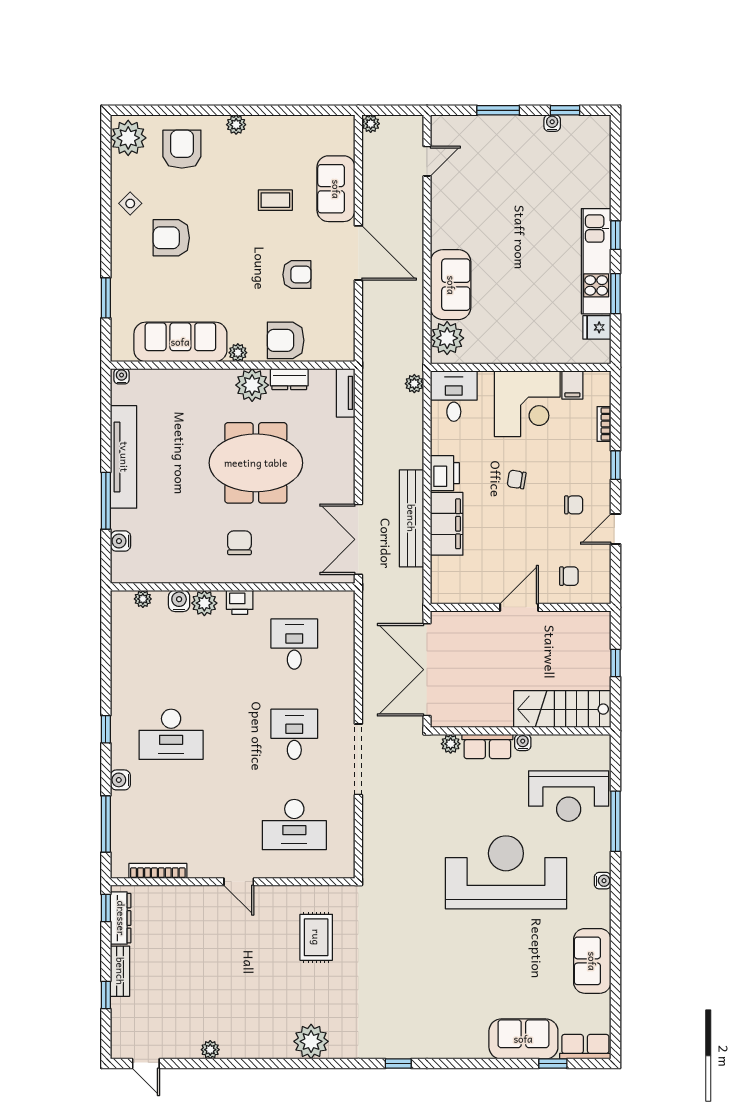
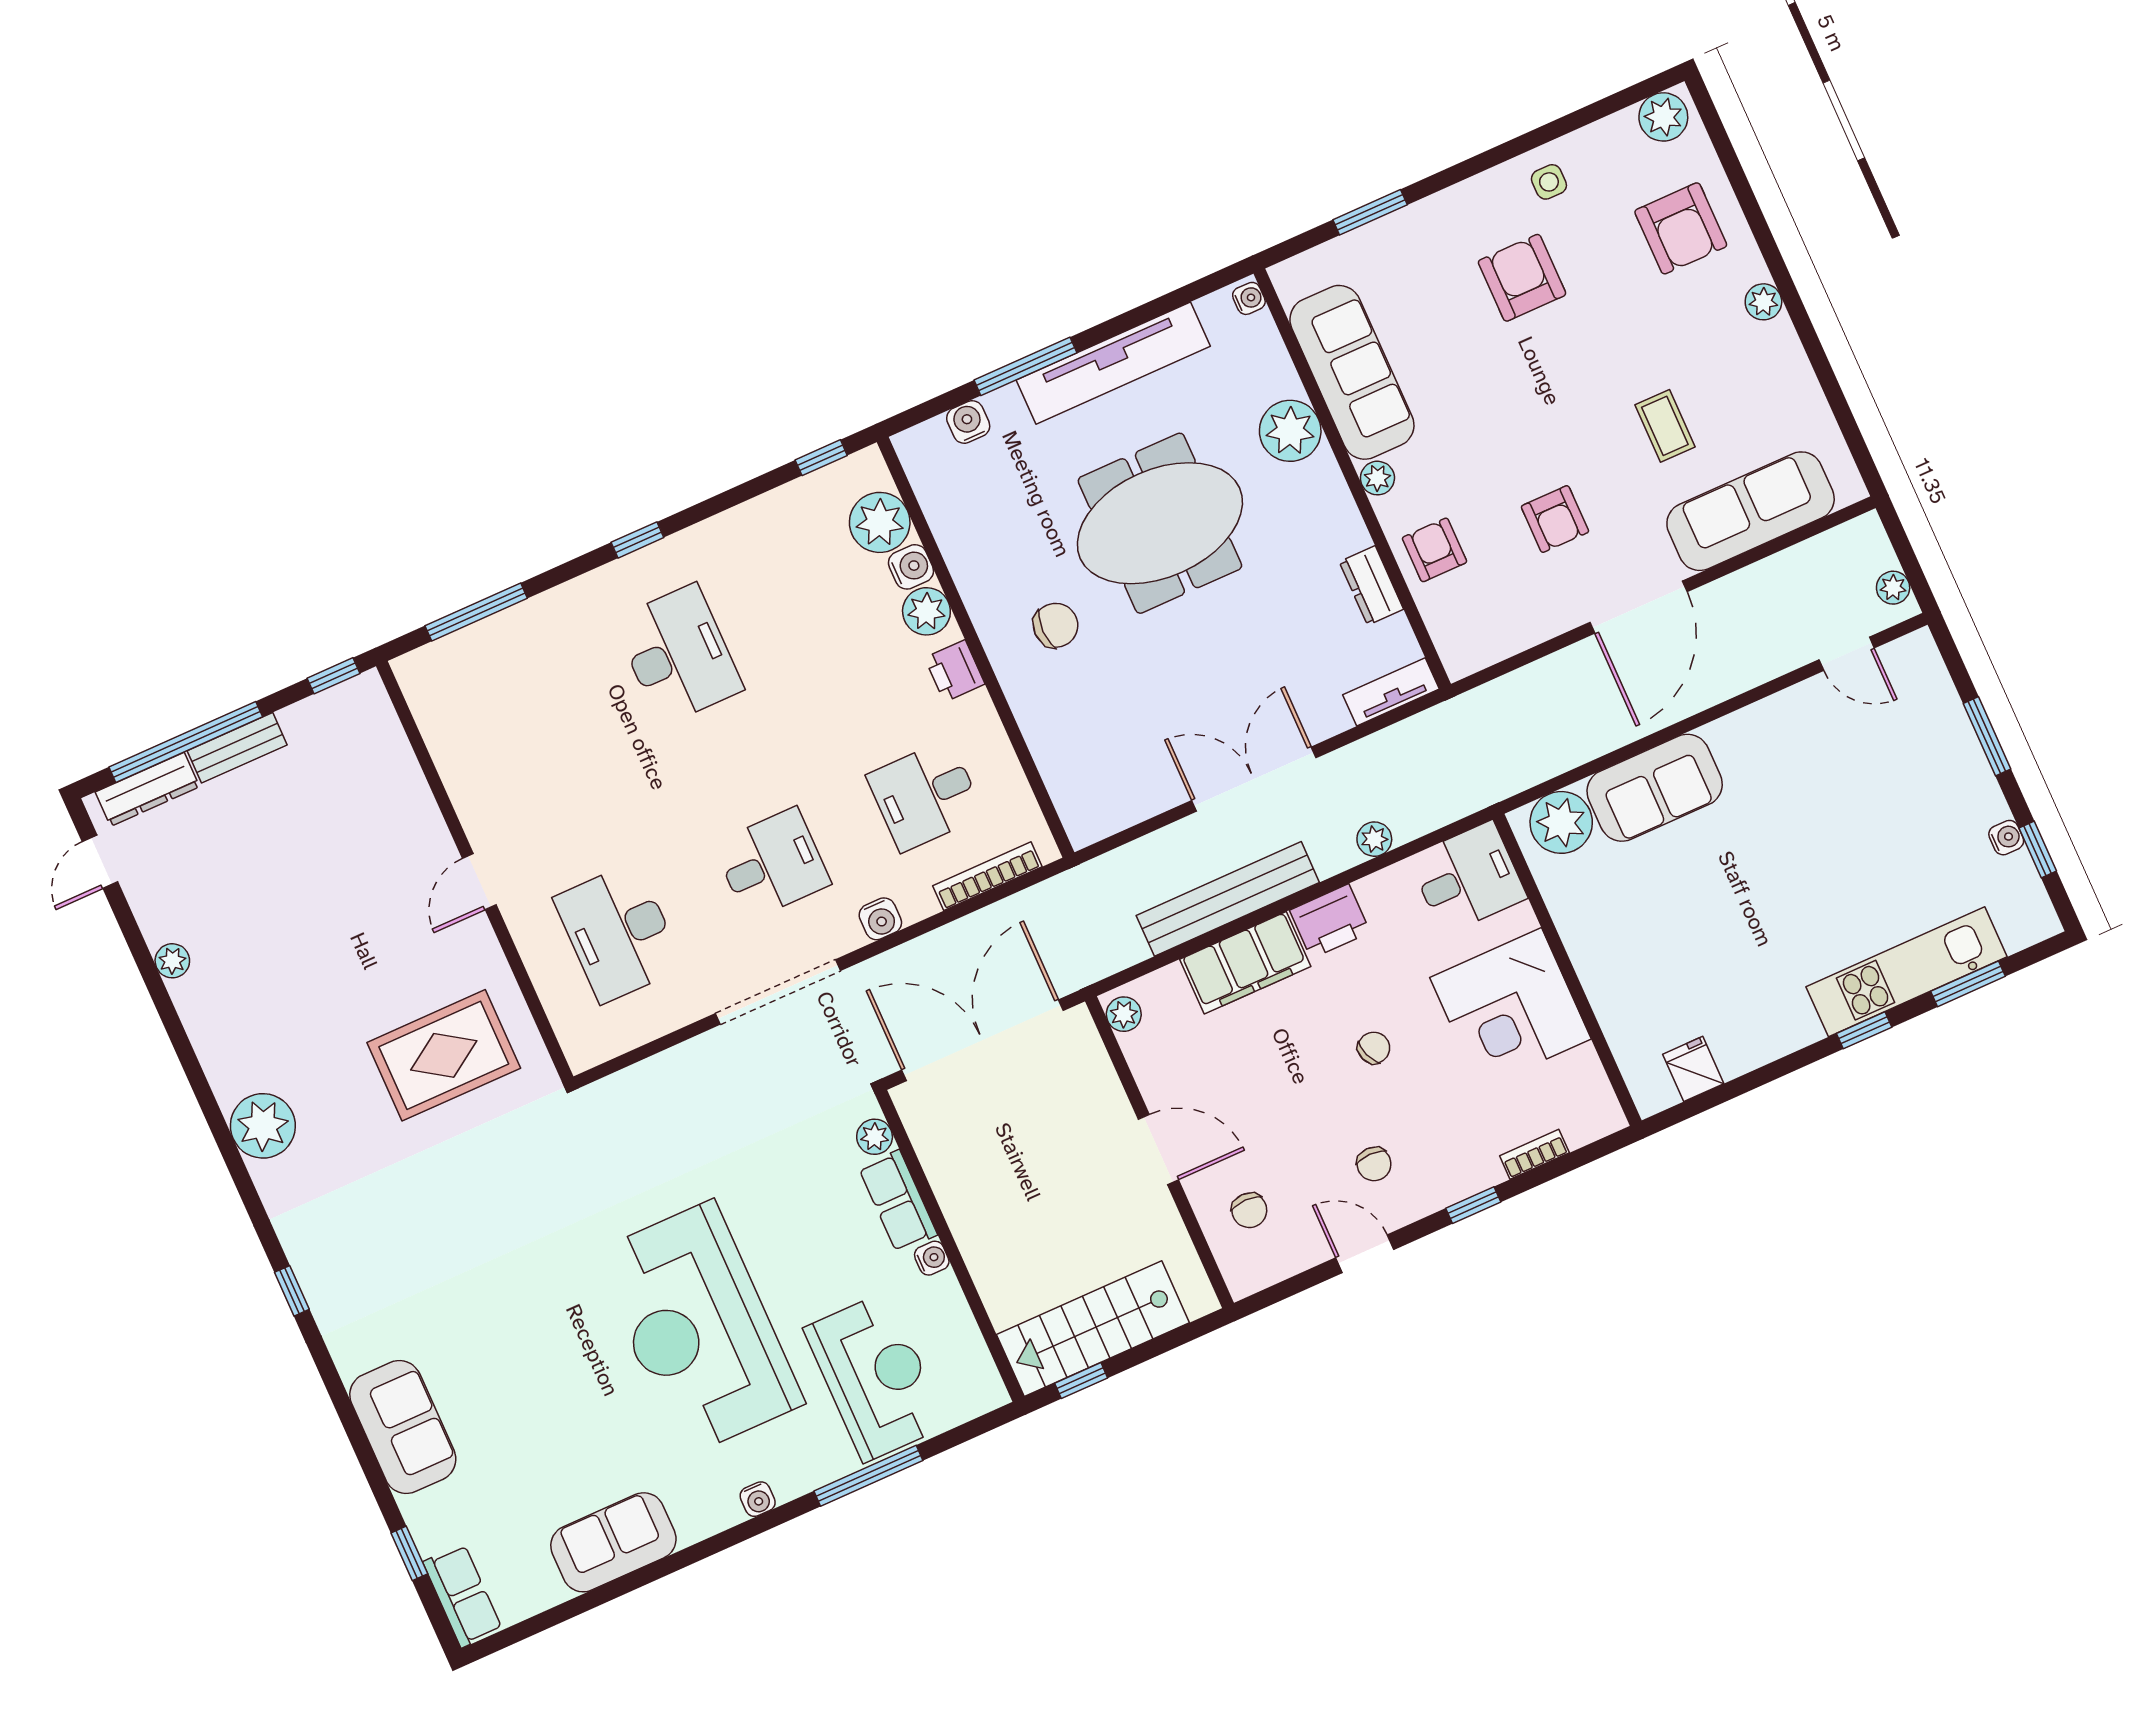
plant: (371, 124) -> (1893, 588), moved
plant: (128, 138) -> (1663, 117), width x0.73, depth x0.73
armchair: (182, 149) -> (1681, 228), turned 90
sofa: (336, 189) -> (1751, 511), width x1.36
side table: (130, 203) -> (1549, 182), turned 45
kitchen unit: (596, 261) -> (1907, 972), moved
window: (616, 294) -> (1968, 984), moved
armchair: (286, 340) -> (1435, 550), width x0.72, depth x0.72
plant: (414, 384) -> (1374, 839), moved
plant: (252, 385) -> (1290, 431), moved
filing cabinet: (572, 385) -> (1577, 1071), removed
meeting table: (256, 463) -> (1160, 523), moved, turned 90
chair: (517, 479) -> (1374, 1048), turned 60
double door: (358, 539) -> (1254, 779), moved
plant: (445, 595) -> (1124, 1014), added
plant: (143, 599) -> (880, 522), width x1.88, depth x1.88
window: (106, 621) -> (821, 458), added
desk: (294, 644) -> (925, 795), turned 180
window: (616, 663) -> (1081, 1381), moved
stairs: (562, 709) -> (1093, 1329), moved, turned -90
desk: (171, 734) -> (678, 655), turned 180
water cooler: (120, 780) -> (880, 919), moved, turned 180
reception desk: (569, 796) -> (875, 1377), turned 180
bookcase: (158, 871) -> (987, 876), moved, turned -90
reception desk: (506, 872) -> (698, 1328), turned 180
dresser: (121, 918) -> (147, 789), moved
rug: (316, 937) -> (444, 1055), width x1.36, depth x1.43
window: (106, 995) -> (186, 742), width x3.17
sofa: (523, 1039) -> (403, 1427), moved

